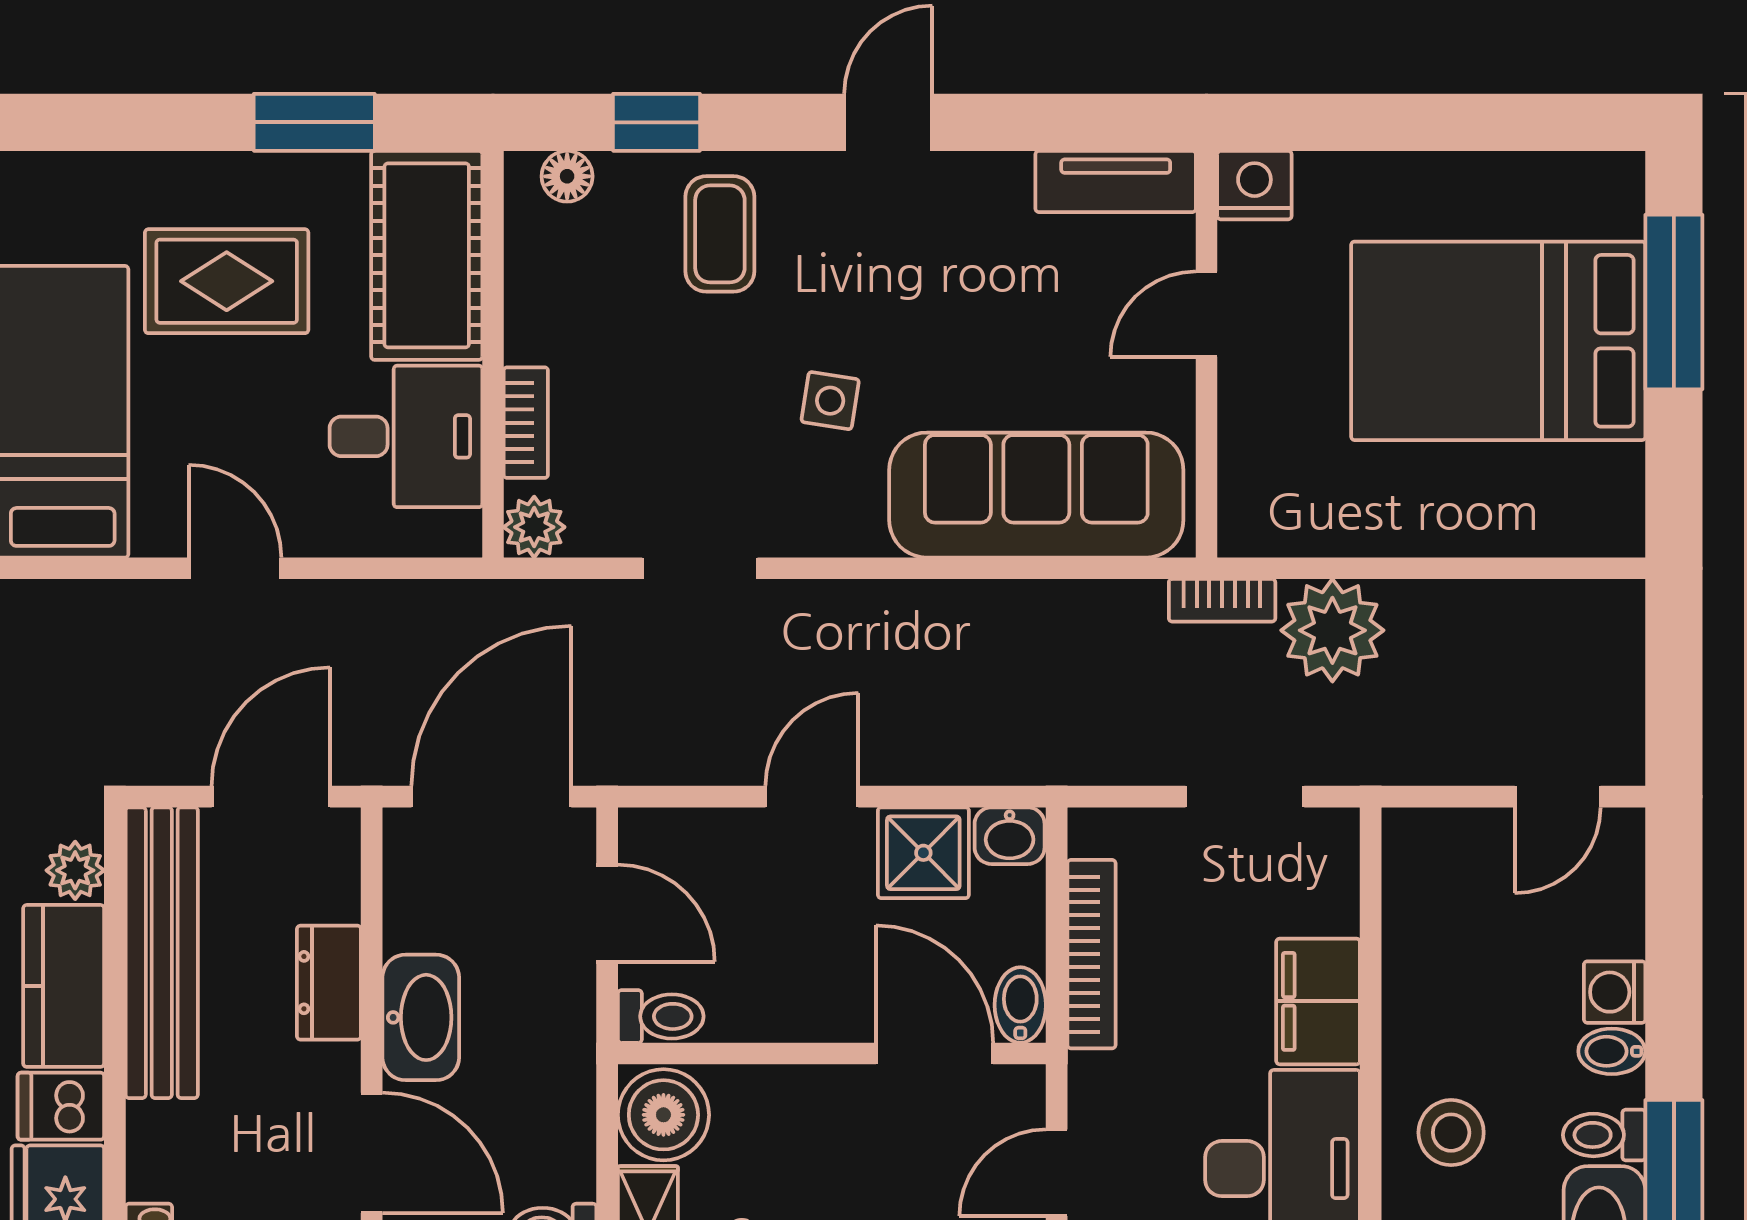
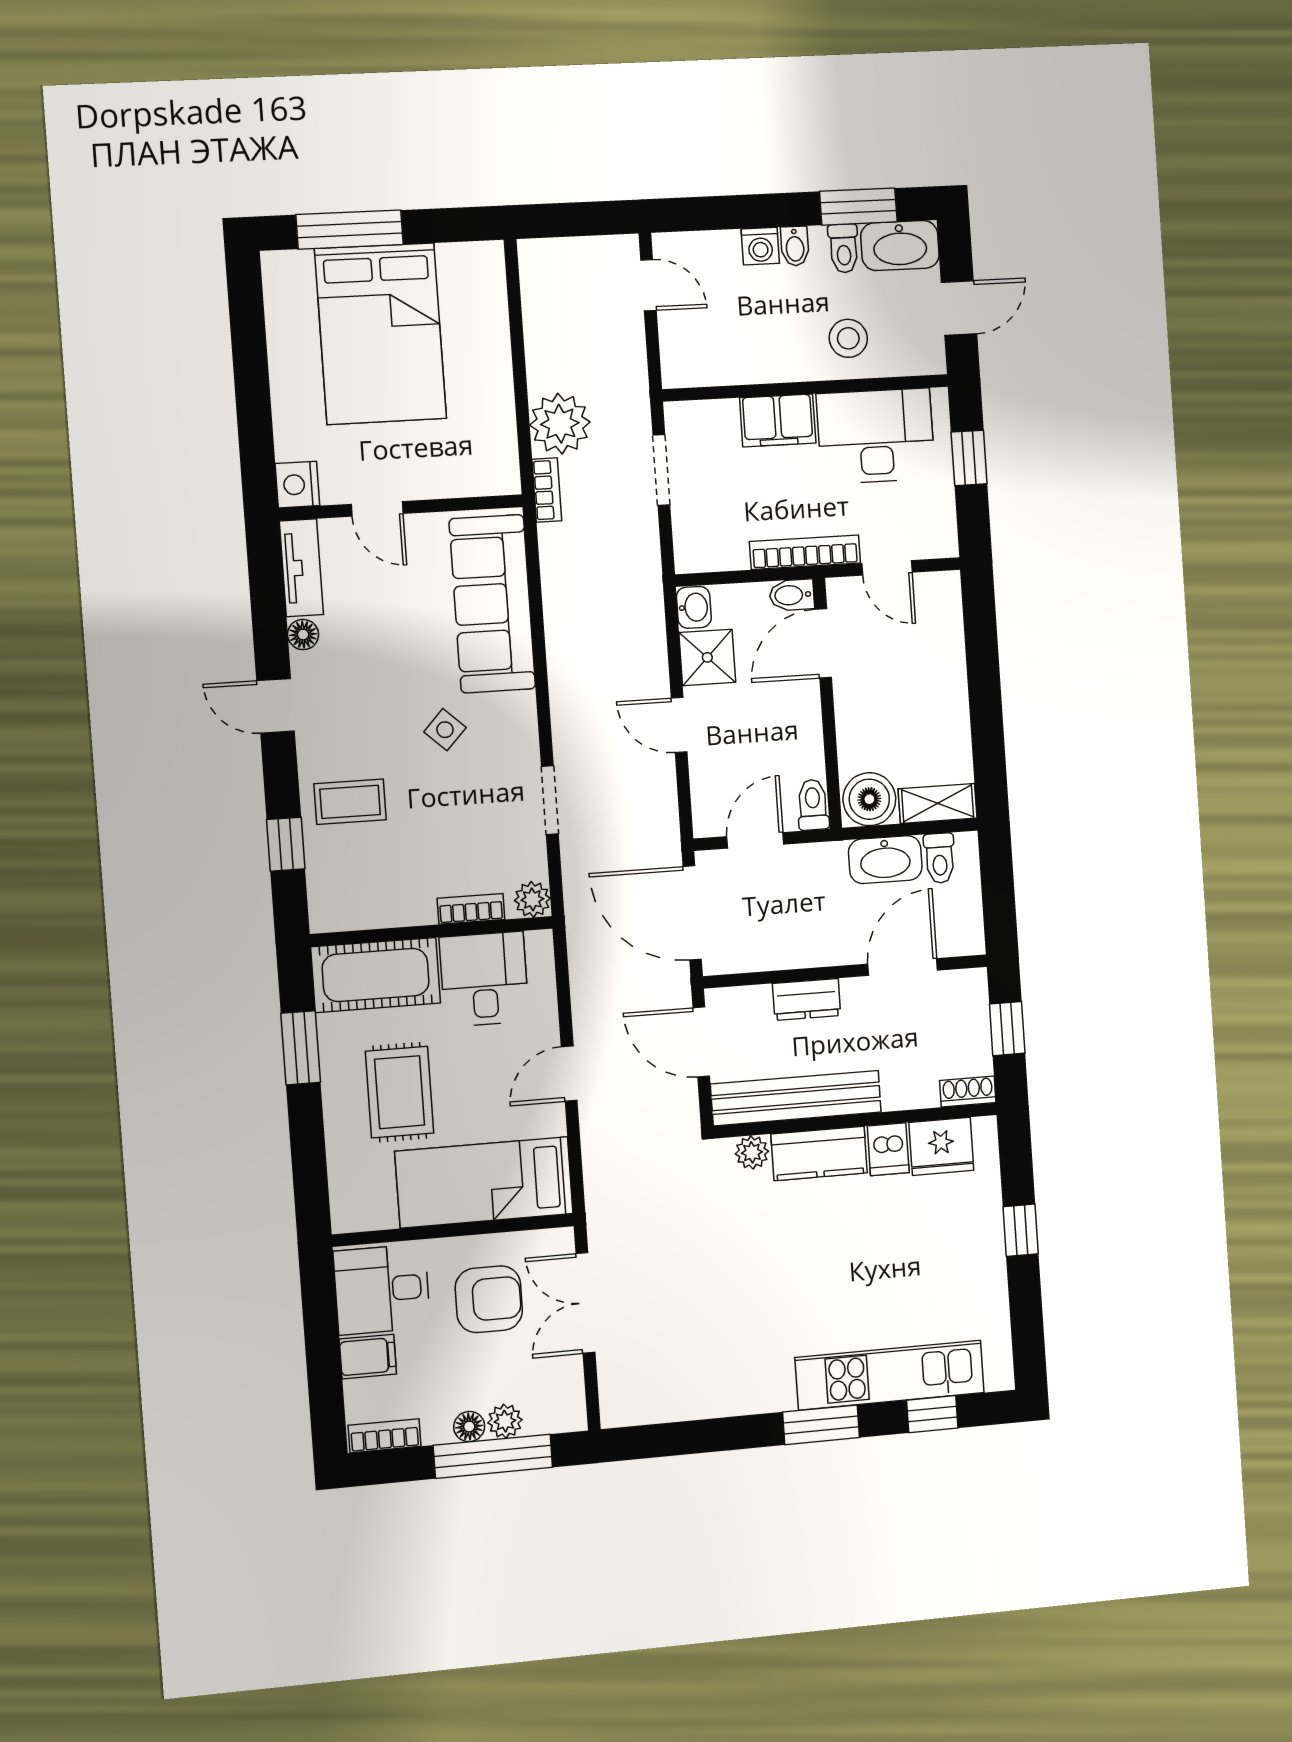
floor lamp: (567, 176) -> (303, 635), moved
side table: (830, 401) -> (445, 730), turned 34
bookcase: (1092, 954) -> (805, 552), moved
washbasin: (421, 1017) -> (885, 860), moved, turned 180

